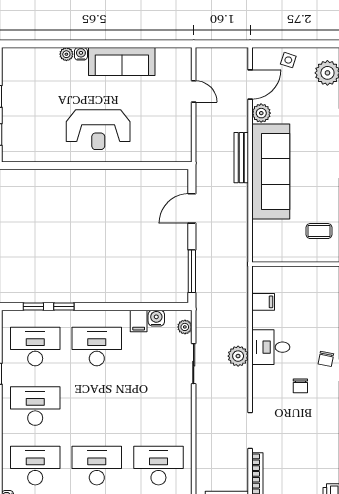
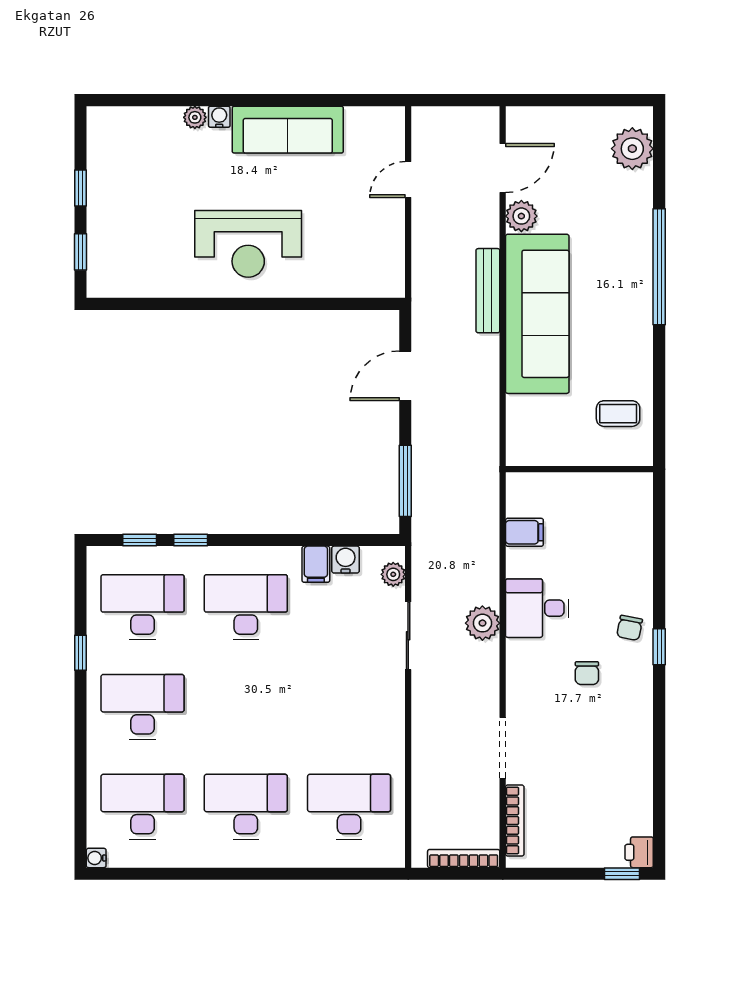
side table: (288, 60) -> (567, 127), removed
door: (194, 91) -> (408, 180), swing flipped

